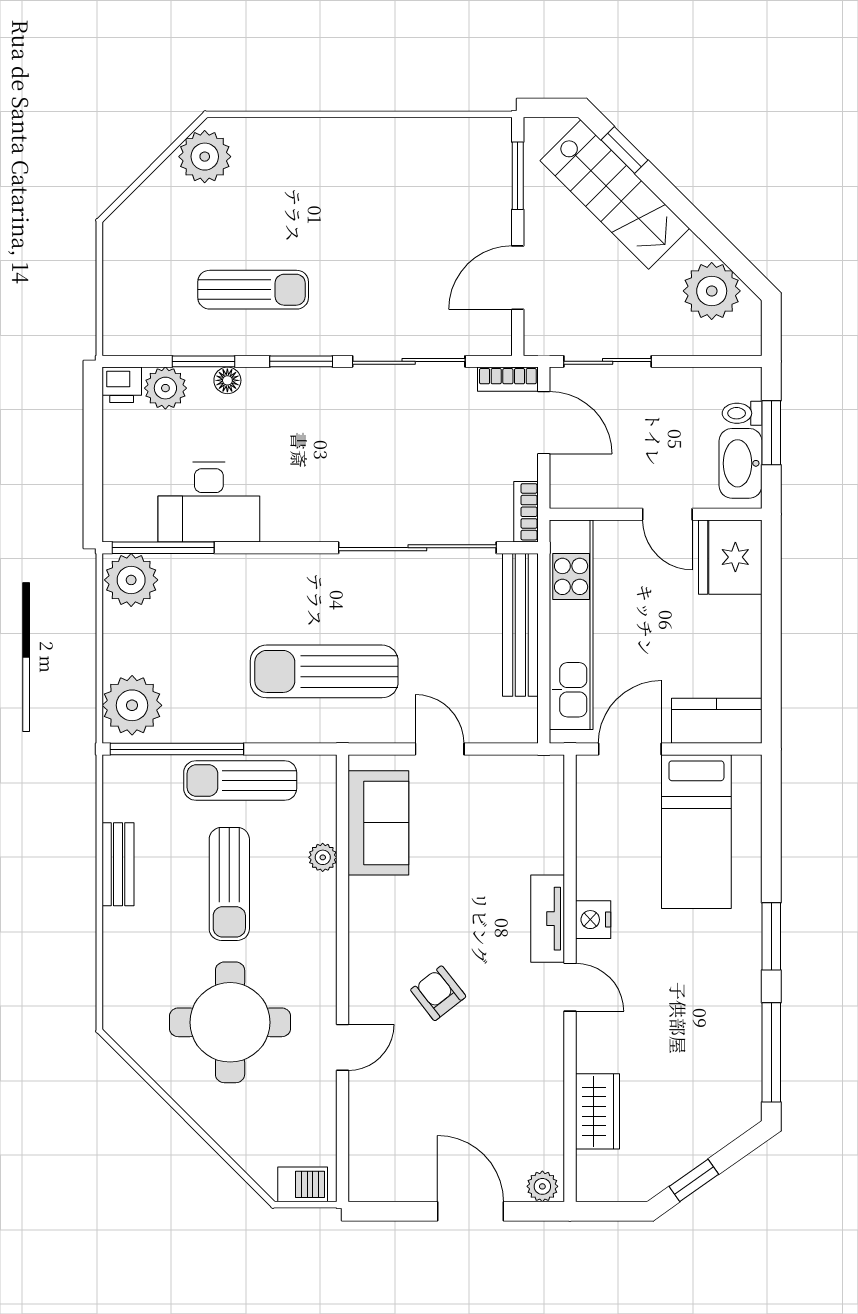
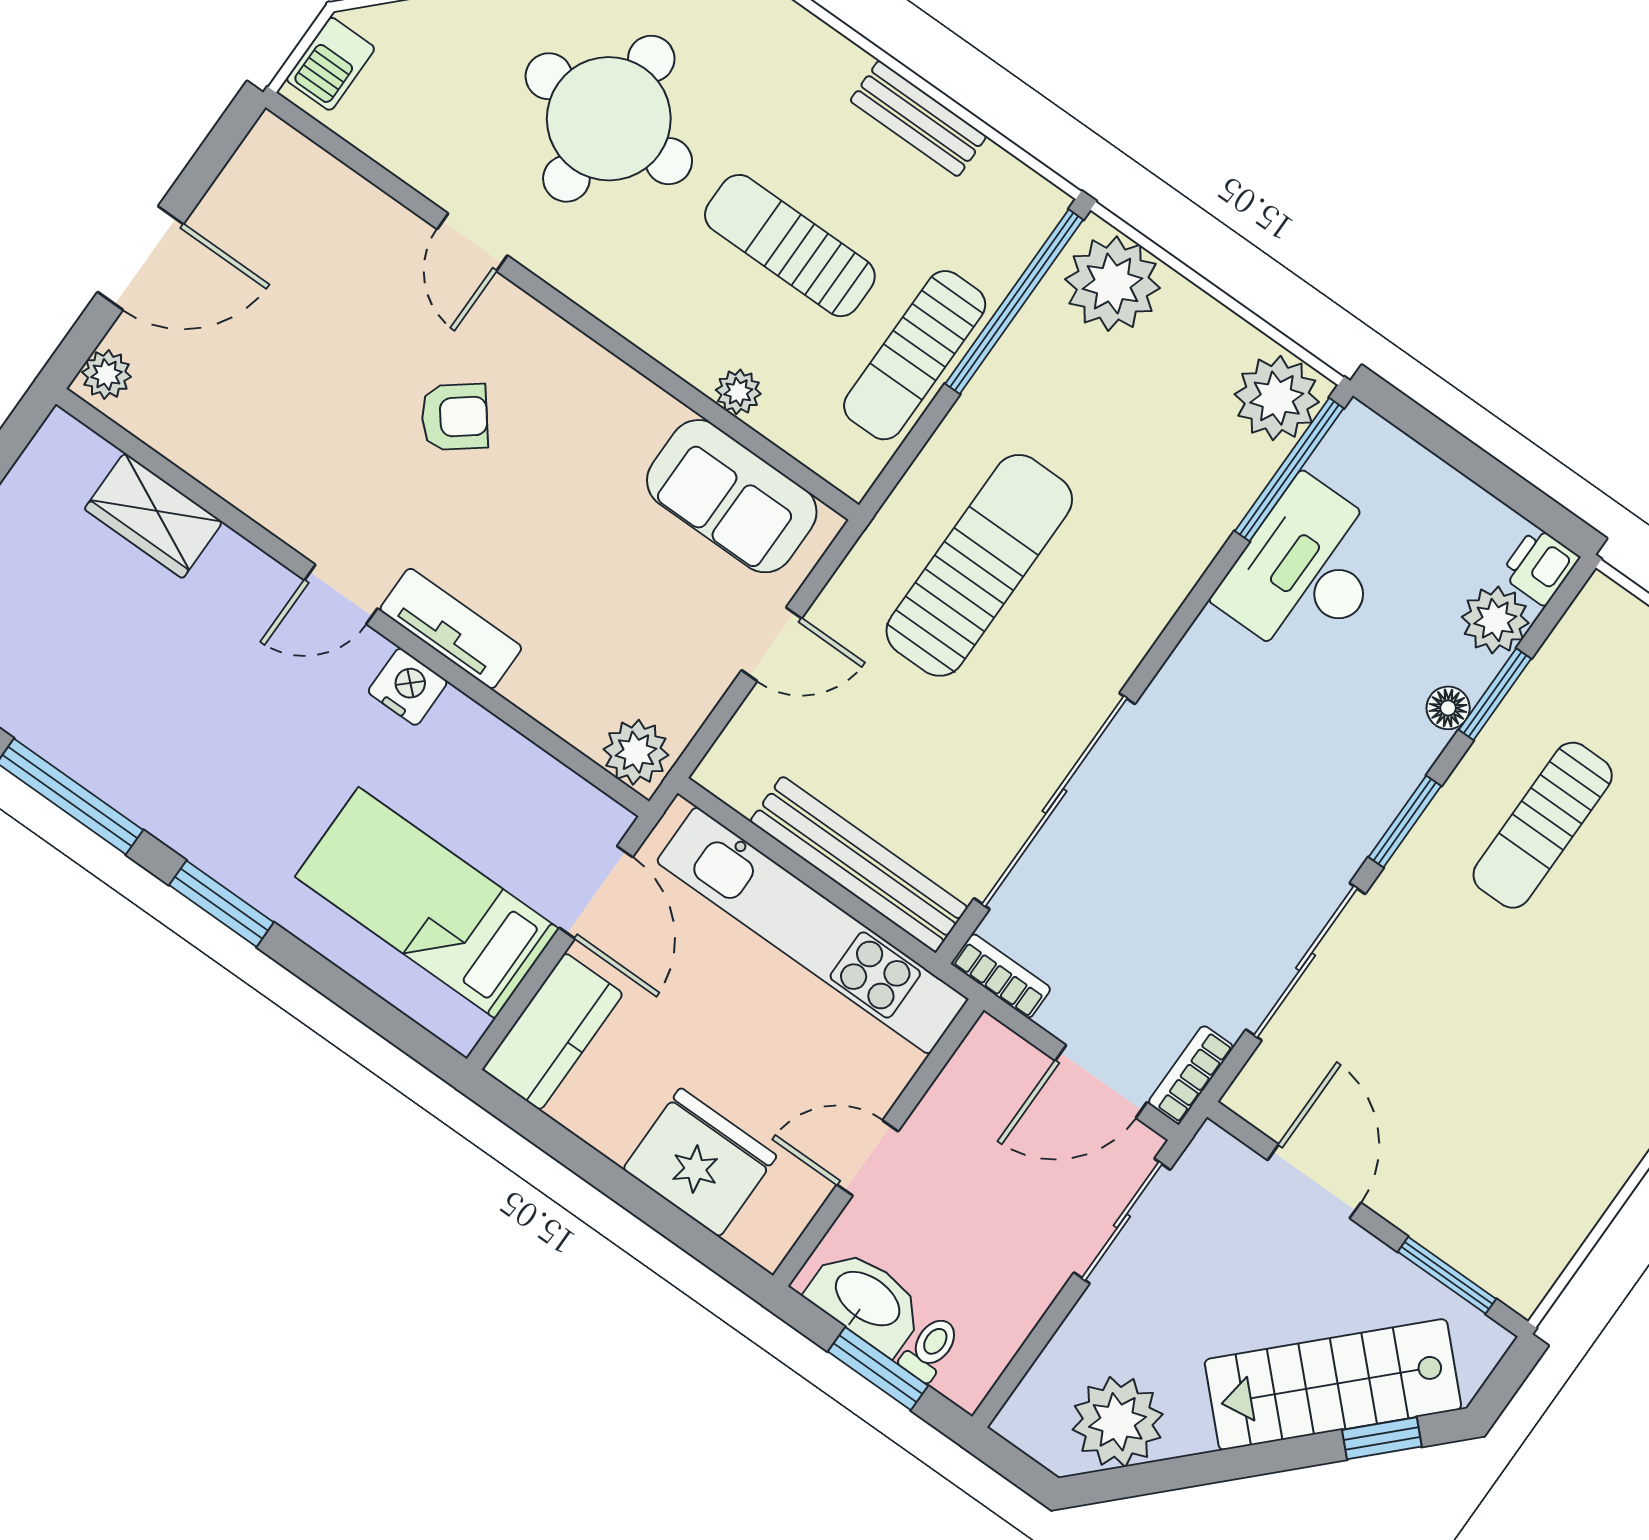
fridge: (730, 557) -> (700, 1162), moved
plant: (544, 779) -> (636, 752), added
sun lounger: (240, 781) -> (915, 355), turned 180

